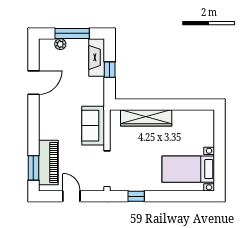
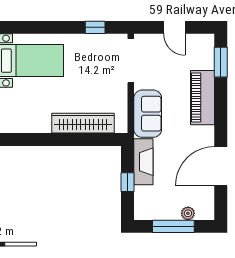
fireplace: (97, 57) -> (143, 162), moved
door: (33, 83) -> (221, 166), width x1.36
piano: (48, 162) -> (203, 98), moved

